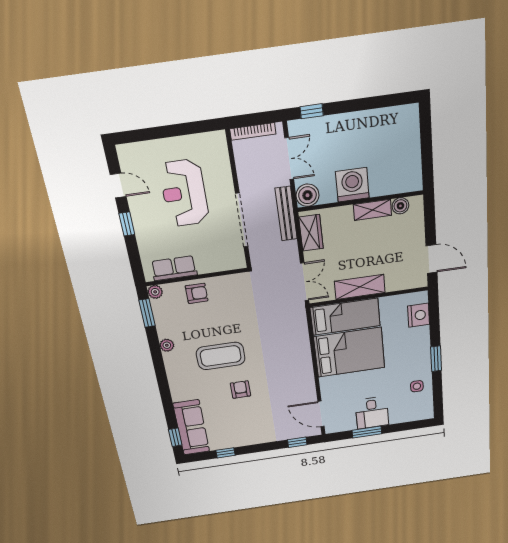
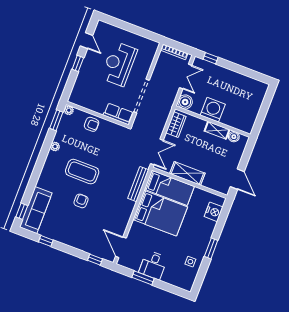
bench: (286, 214) -> (138, 184), moved
row of seats: (174, 268) -> (118, 114), moved

